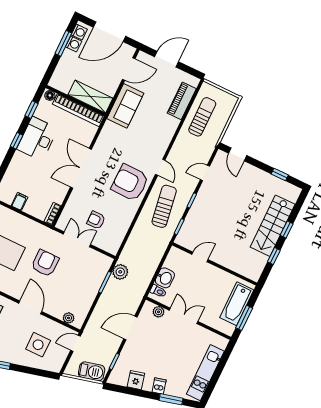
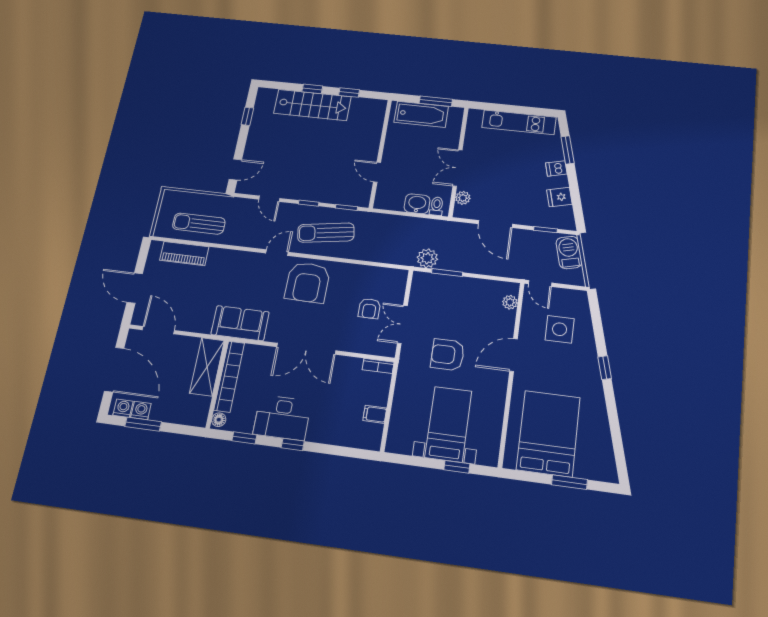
sofa: (125, 106) -> (240, 323), moved

